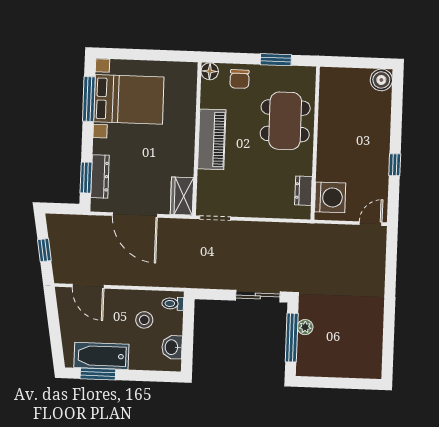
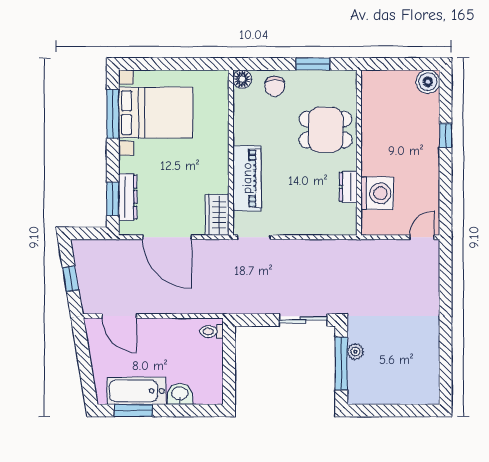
dining table: (285, 121) -> (326, 130), width x0.73
piano: (212, 139) -> (247, 178), moved
window: (395, 165) -> (446, 136), moved
dresser: (303, 191) -> (348, 187), moved
washing machine: (330, 197) -> (377, 193), moved
stool: (144, 320) -> (181, 350), removed
washbasin: (172, 347) -> (180, 394), moved, turned 90

